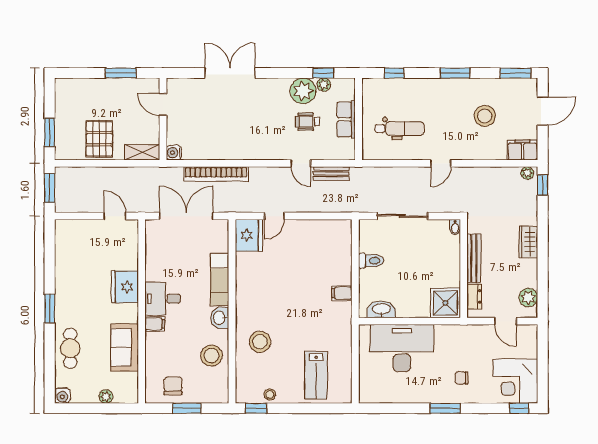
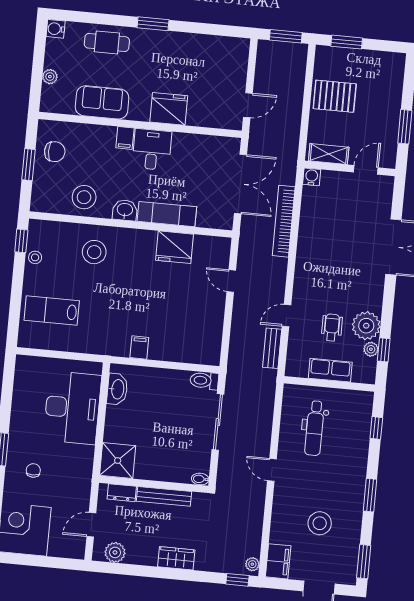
shelving: (142, 152) -> (329, 154), moved, turned 90
fridge: (249, 235) -> (175, 247), moved
toilet: (371, 261) -> (204, 381), moved, turned 90

